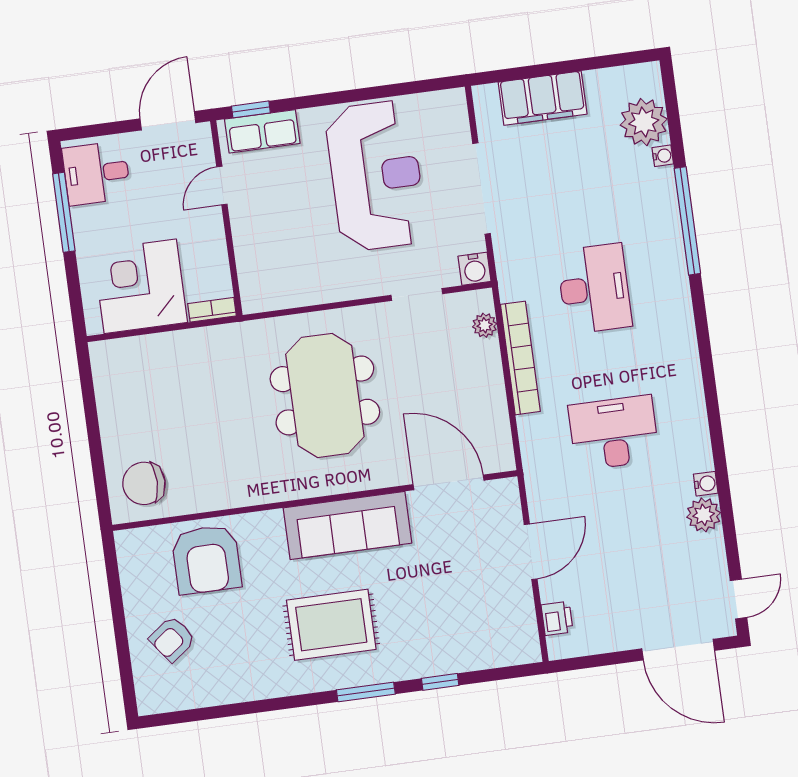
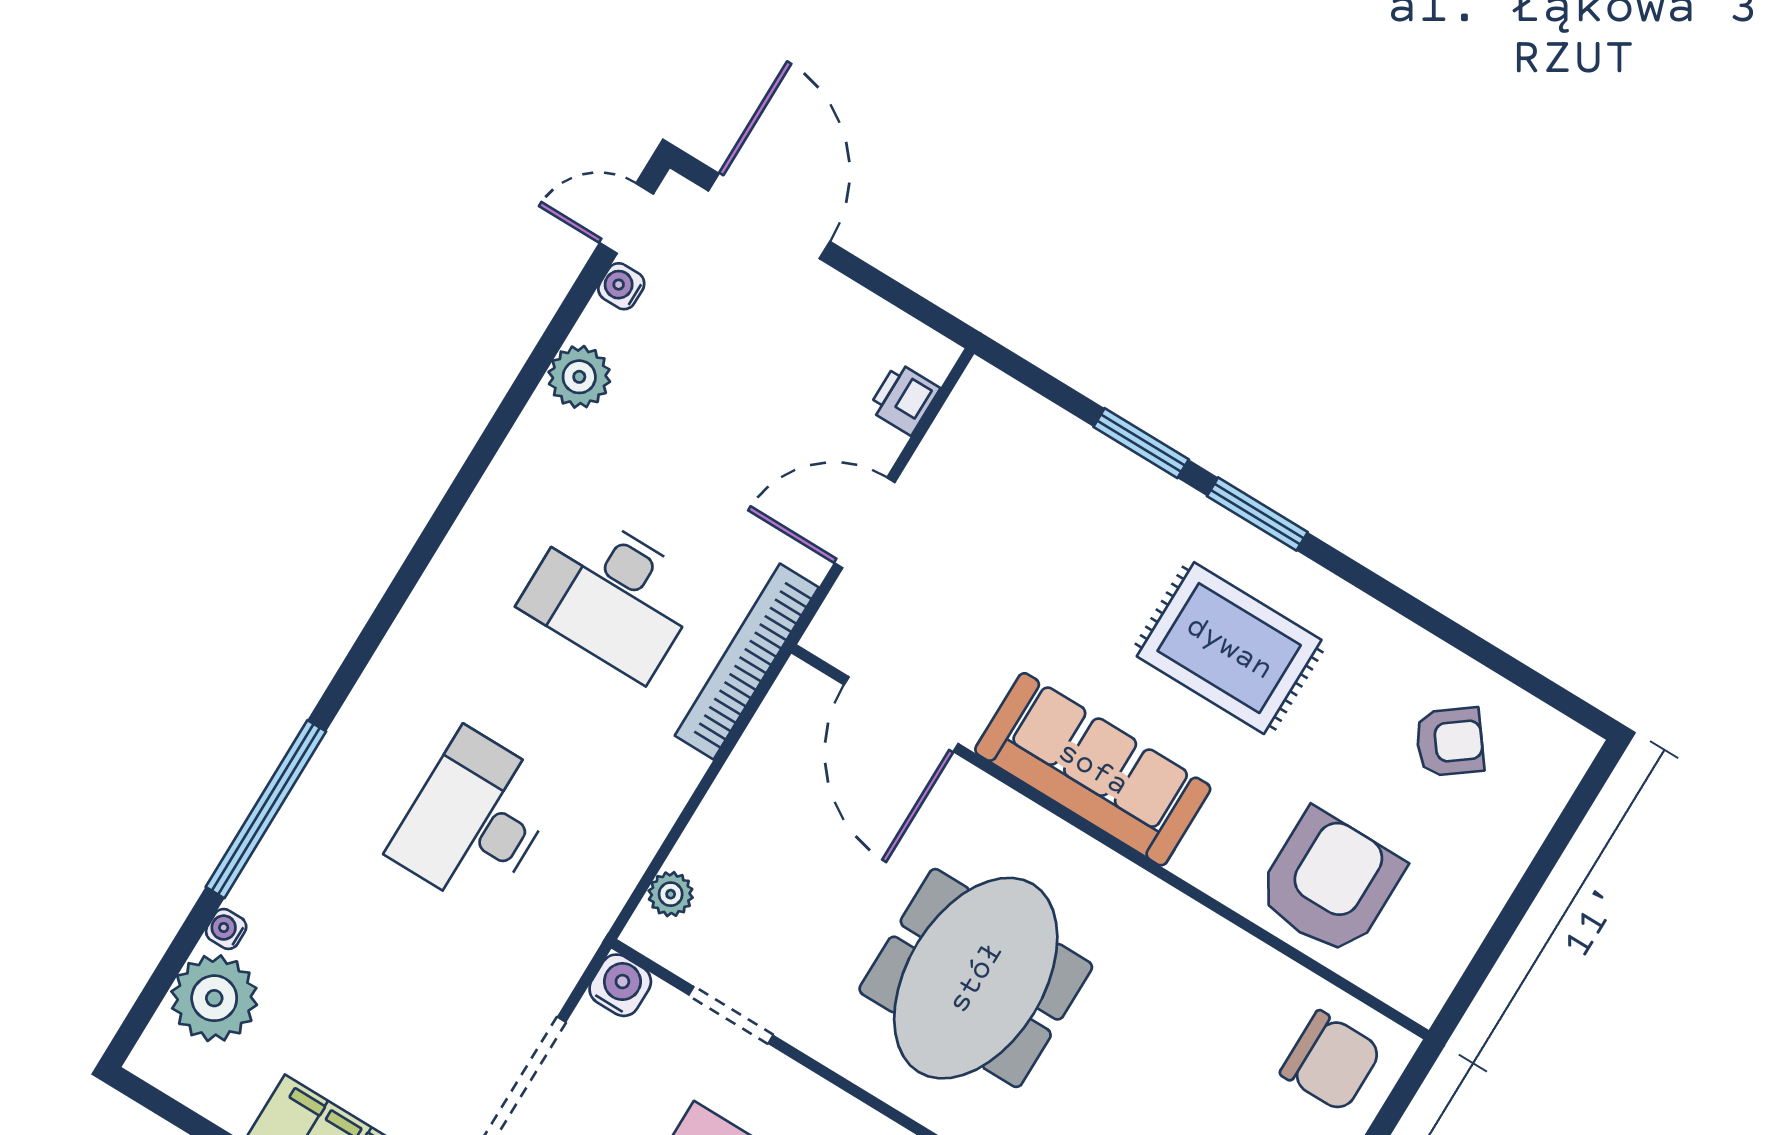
bookcase: (520, 358) -> (747, 662), moved
water cooler: (706, 484) -> (621, 286), moved
armchair: (172, 639) -> (1450, 742), moved
window: (440, 682) -> (1141, 443), width x1.50

